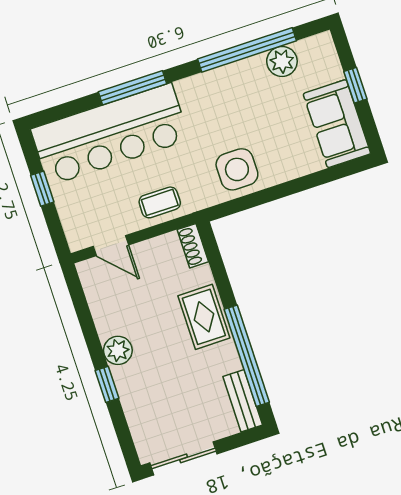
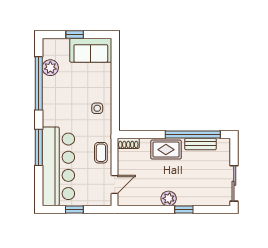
side table: (237, 169) -> (97, 108), width x0.54, depth x0.54
bench: (243, 401) -> (201, 144), moved

